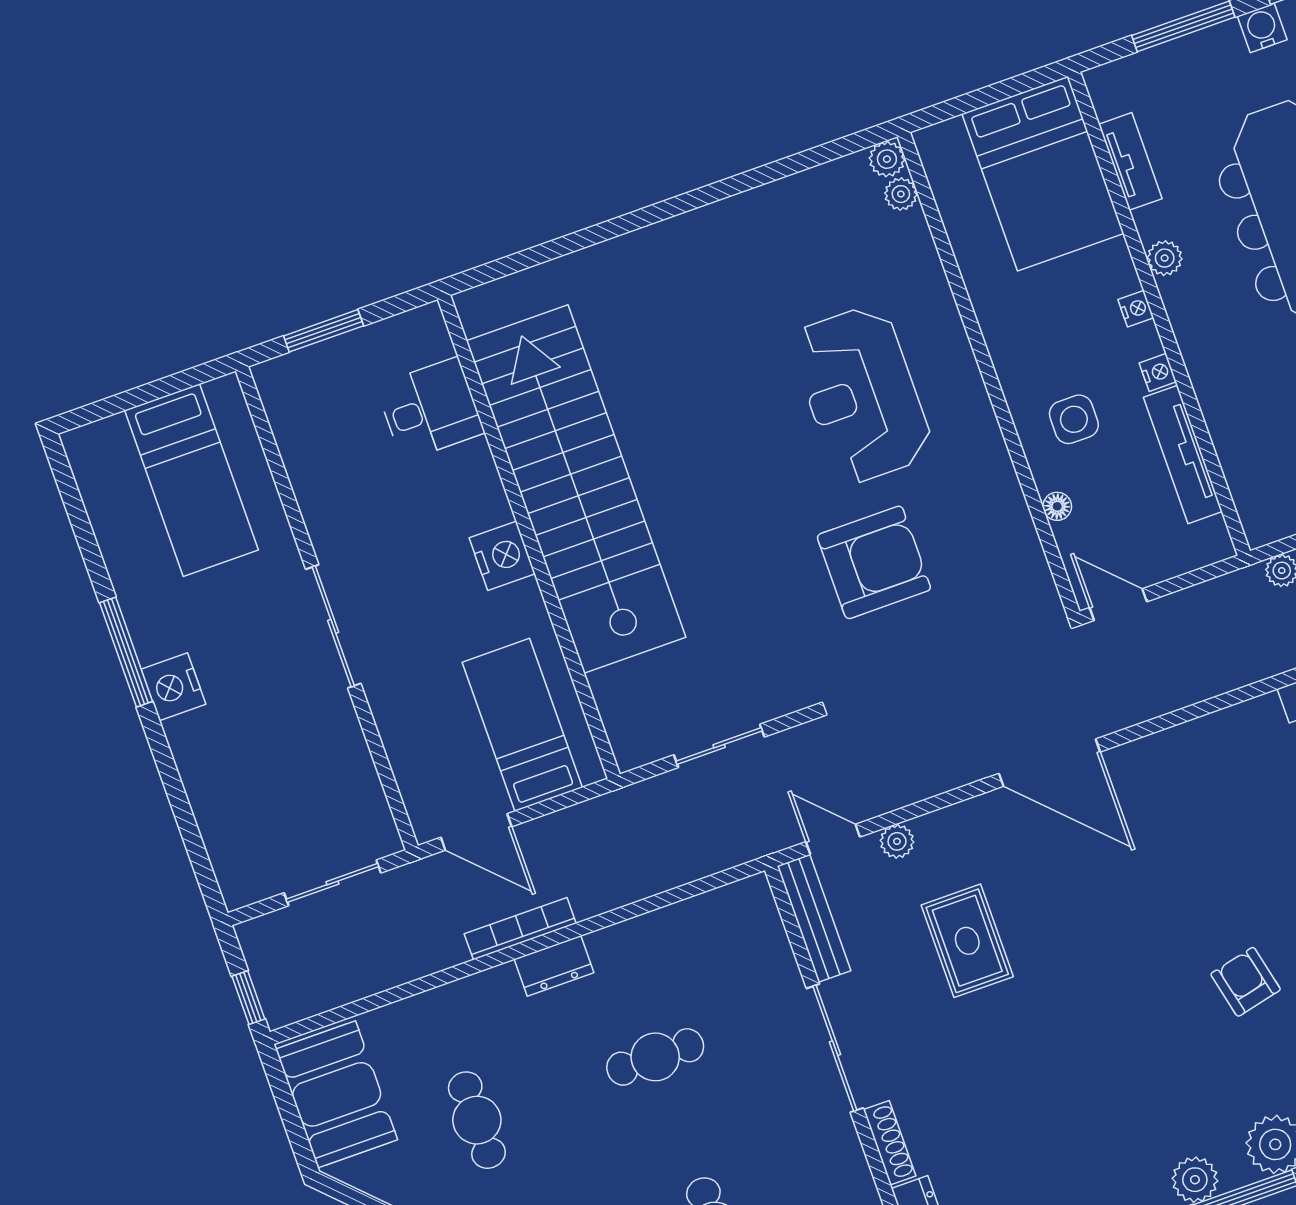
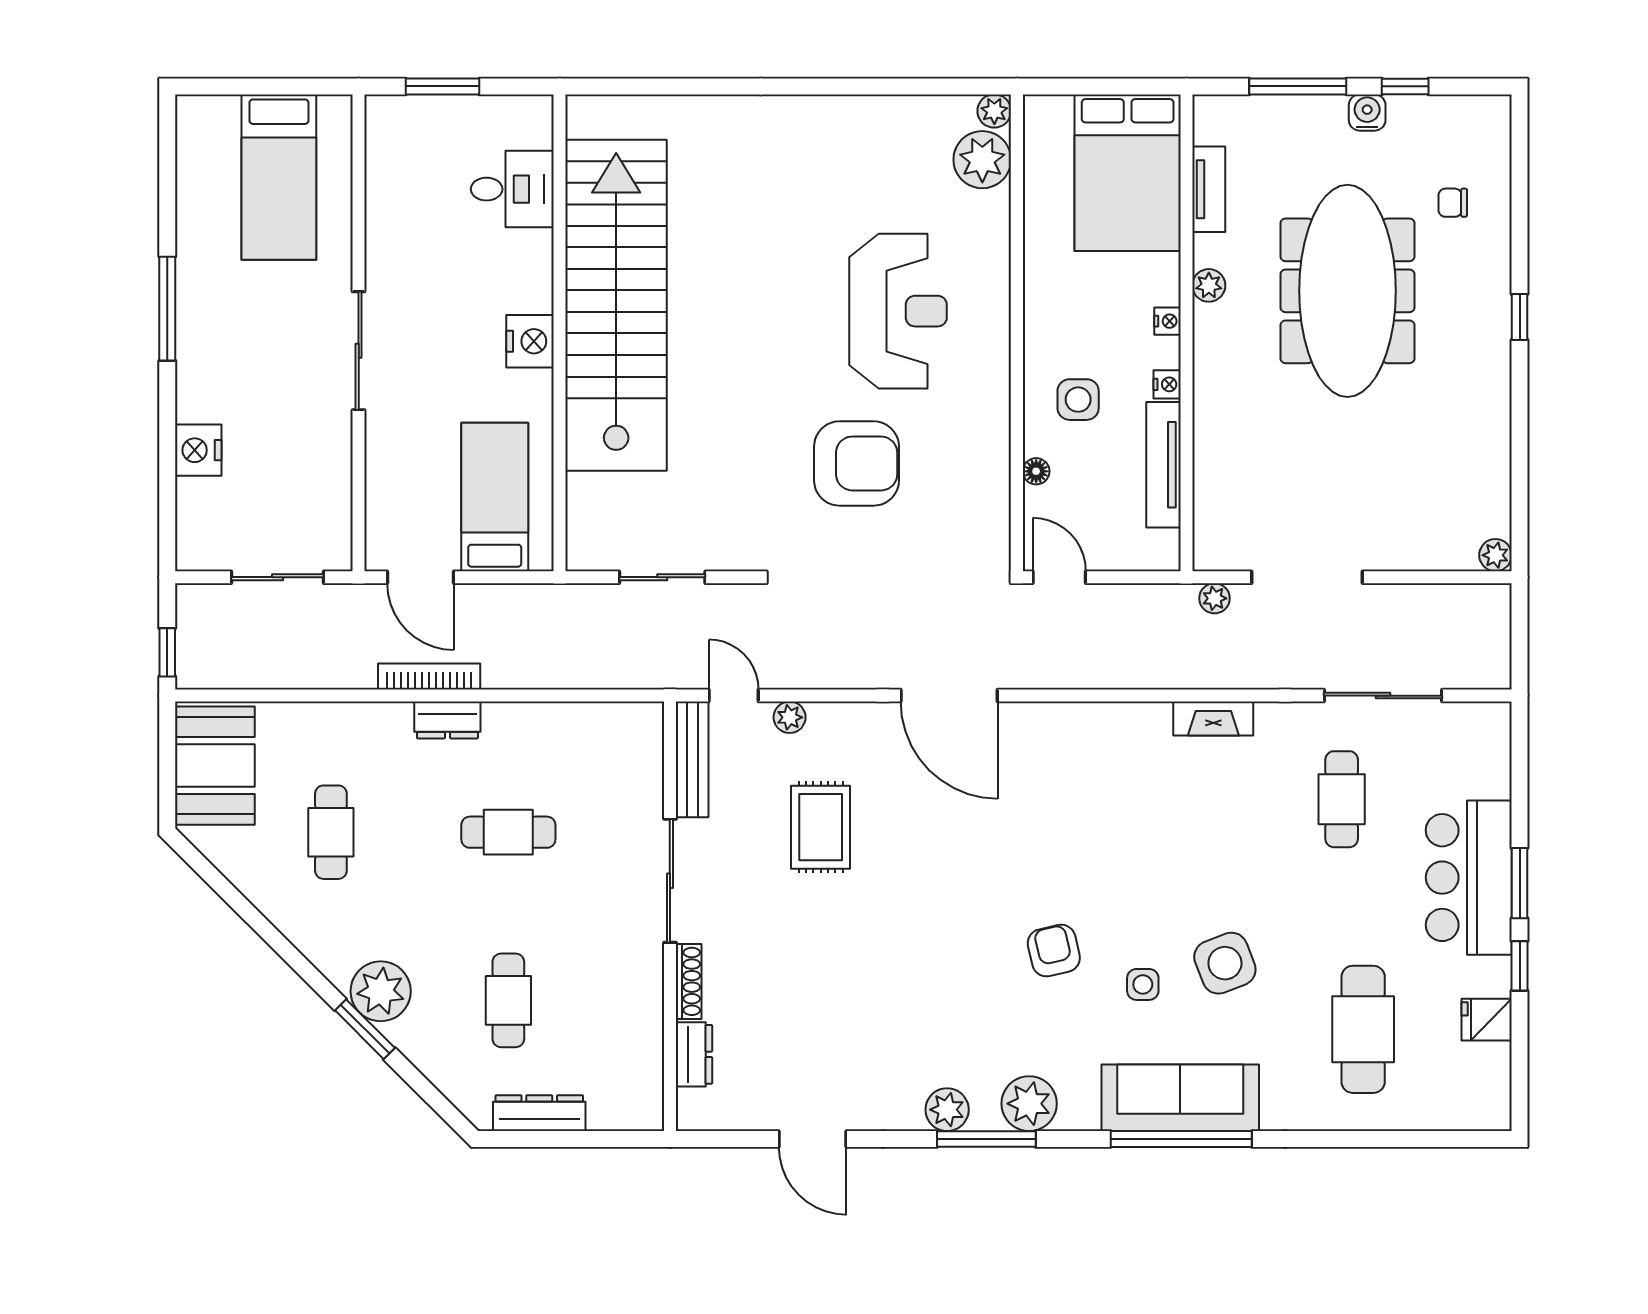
plant: (901, 194) -> (982, 160), width x1.88, depth x1.88
reception desk: (861, 394) -> (898, 311), turned 180
nightstand: (173, 687) -> (198, 450), moved

